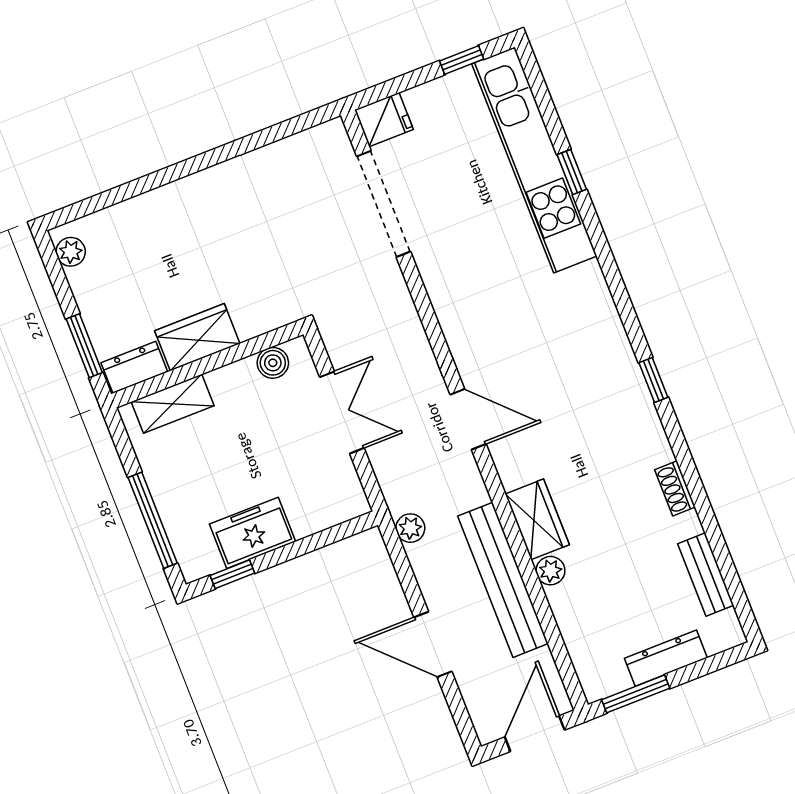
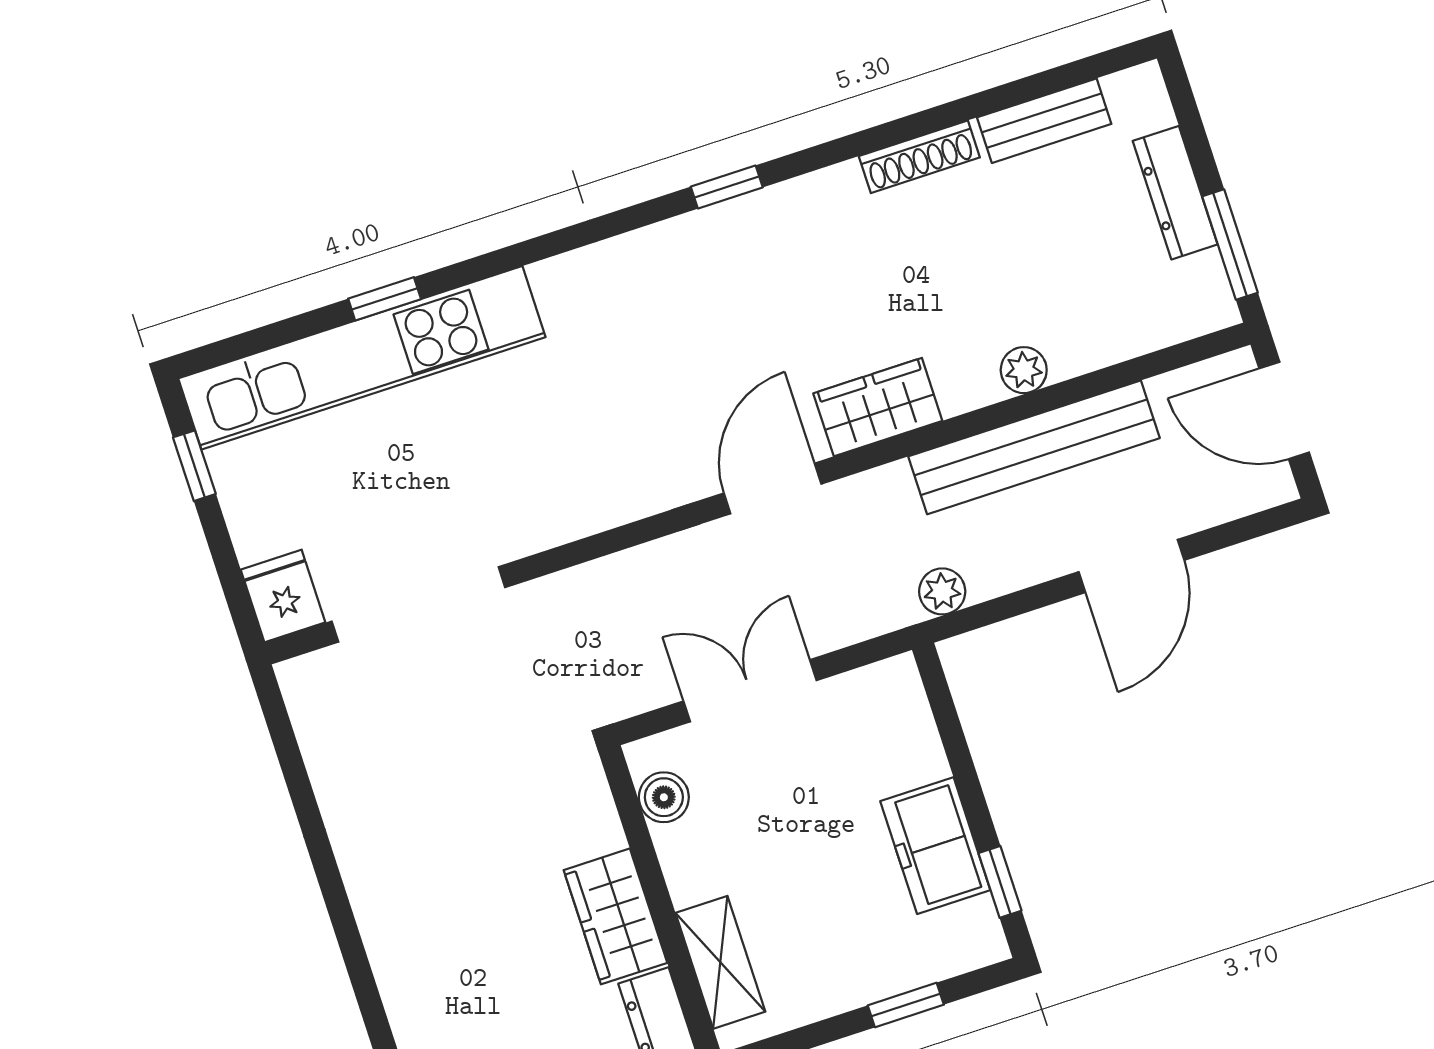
shoe rack: (675, 488) -> (919, 157), width x1.43
wardrobe: (537, 519) -> (878, 407), moved
window: (153, 520) -> (906, 1005), width x0.46

